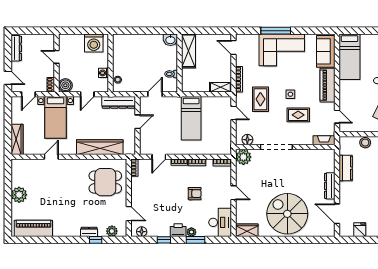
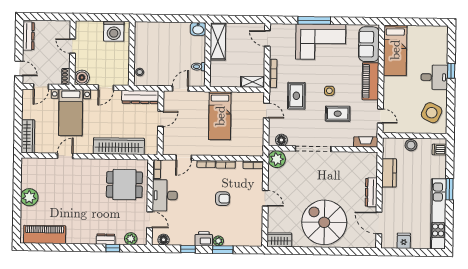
washing machine: (104, 73) -> (124, 64), removed
desk: (220, 222) -> (165, 195), moved, turned 180

